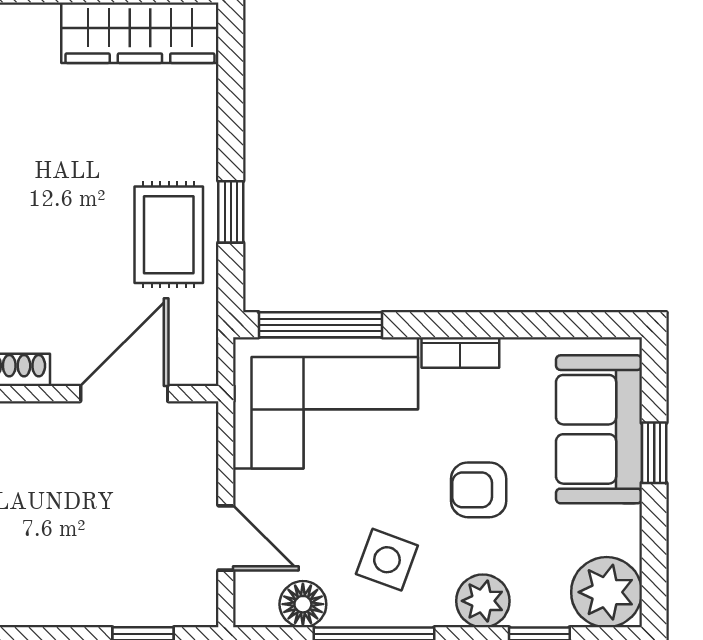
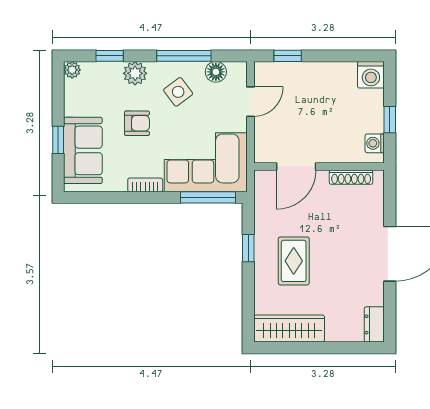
rug: (169, 235) -> (294, 261), moved
door: (226, 538) -> (250, 102), swing flipped
side table: (387, 560) -> (178, 92), turned 33
plant: (607, 592) -> (72, 70), width x0.53, depth x0.53

